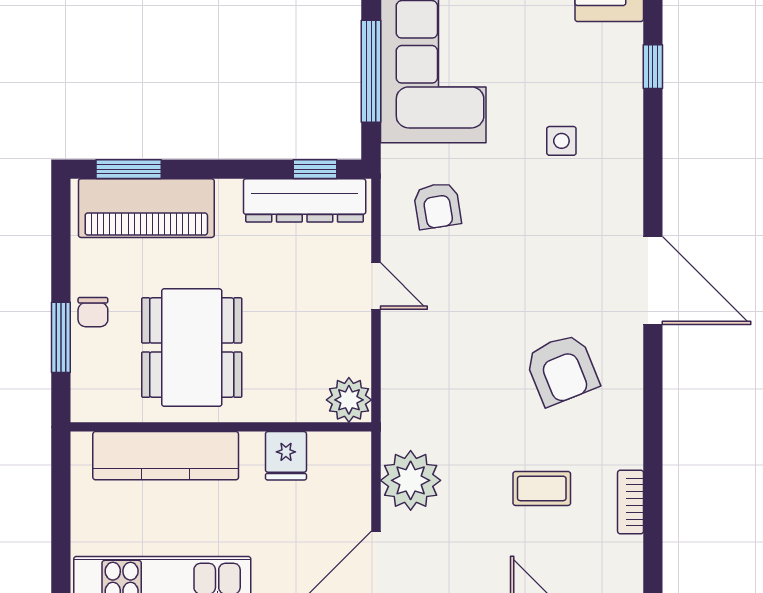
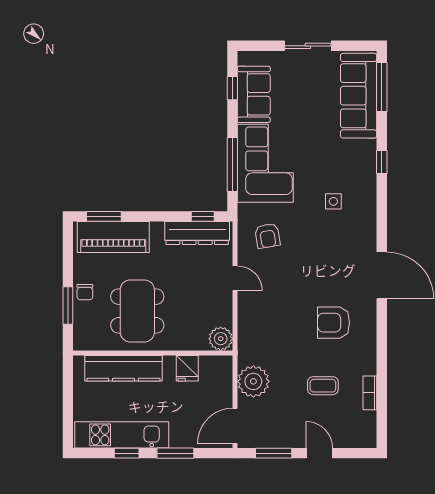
armchair: (562, 370) -> (334, 323), turned 112

